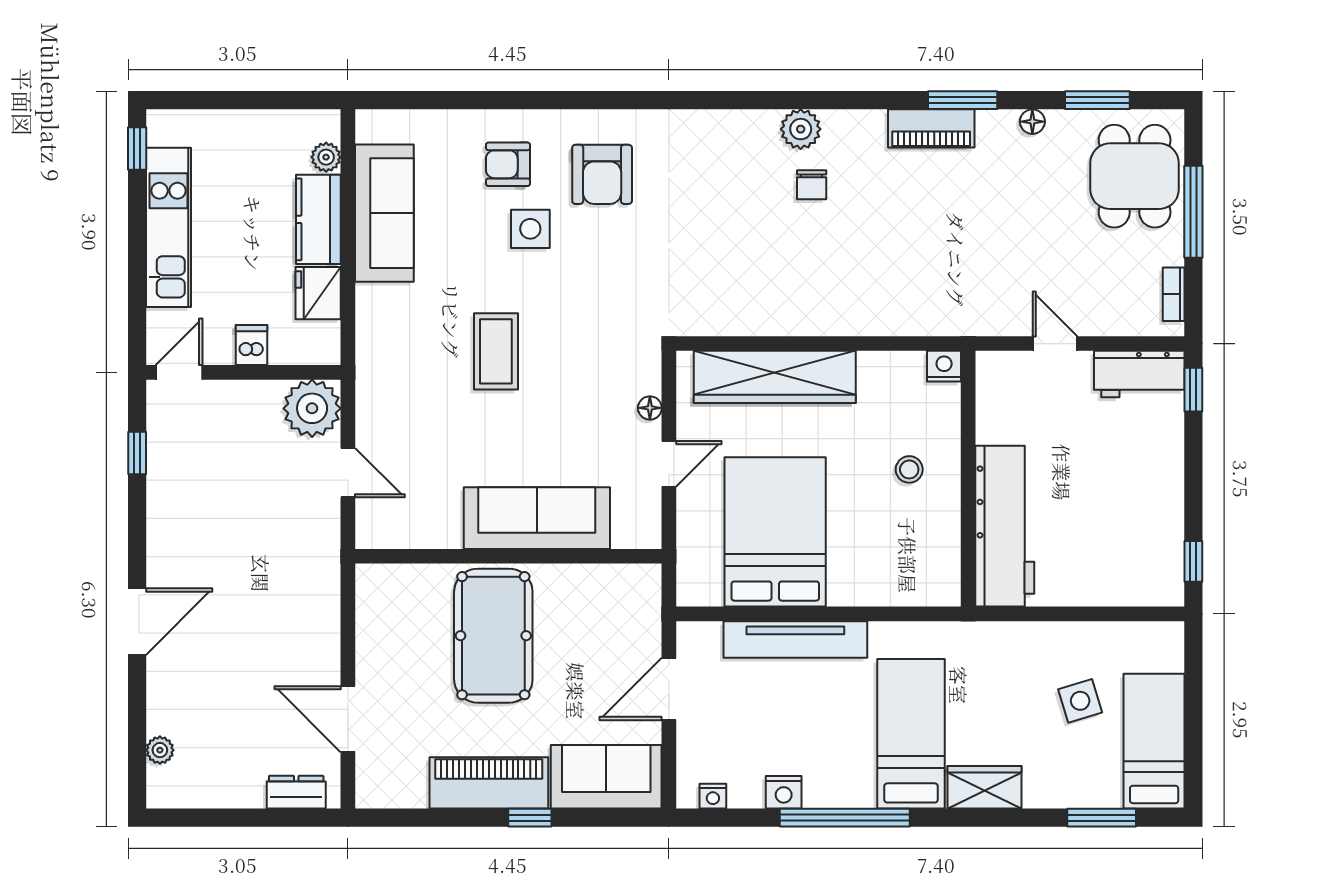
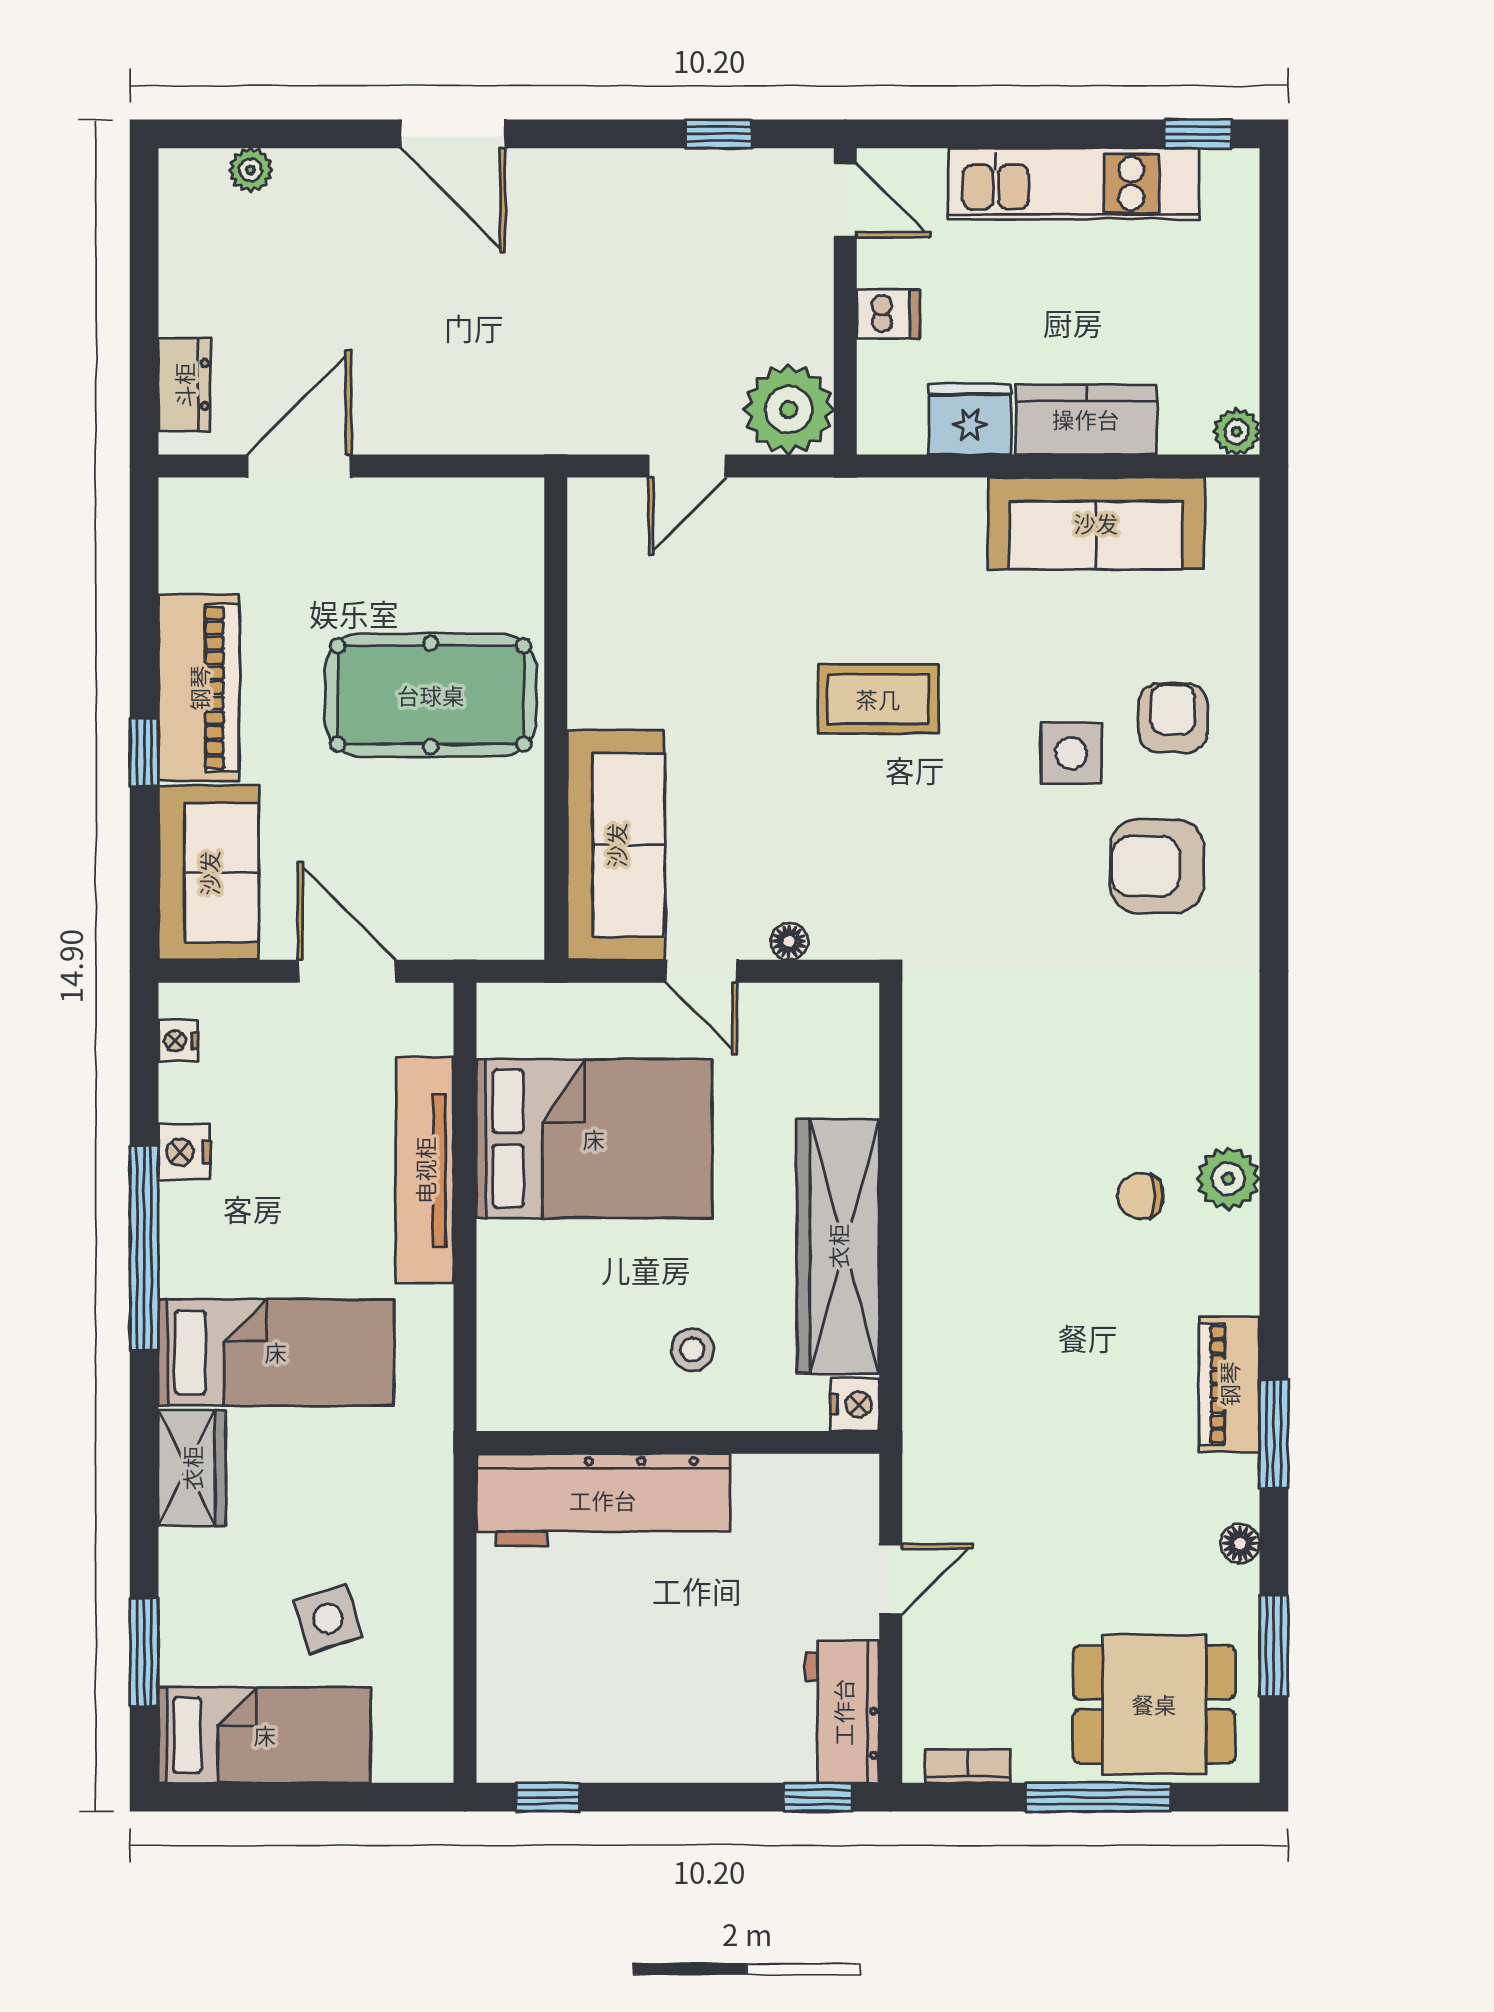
plant: (326, 157) -> (1237, 432), moved
wardrobe: (775, 377) -> (838, 1246), moved
sofa: (537, 518) -> (616, 845), moved

